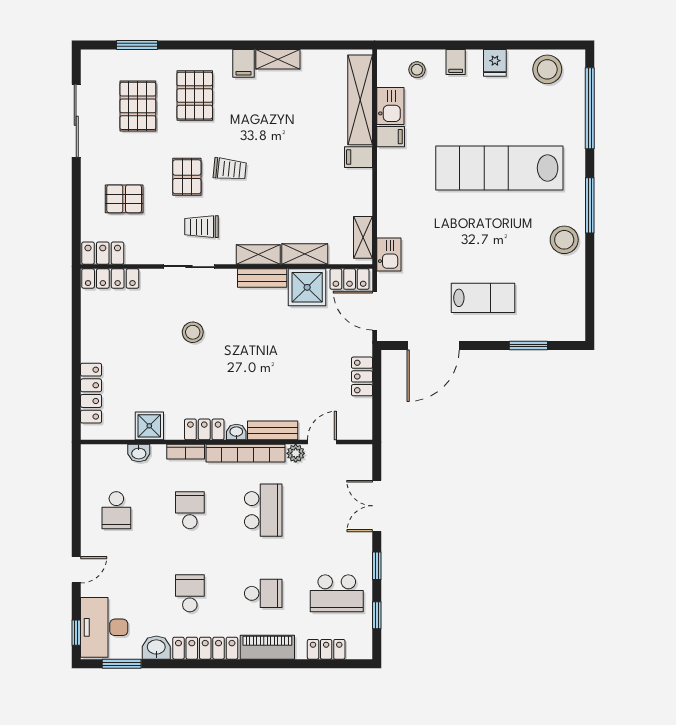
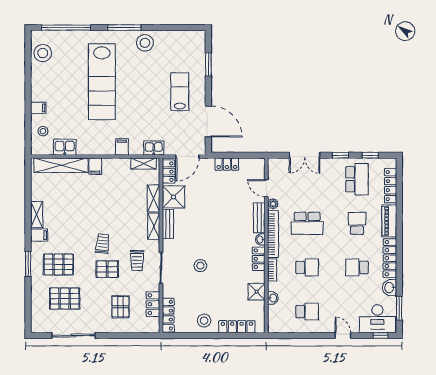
window: (137, 45) -> (28, 264), moved
fridge: (495, 63) -> (39, 84), removed
filing cabinet: (391, 137) -> (122, 147), moved
locker: (103, 253) -> (153, 304), moved
stool: (101, 338) -> (204, 321), added
school desk: (190, 510) -> (307, 267), turned 180
school desk: (263, 510) -> (307, 223), turned 180
locker: (326, 649) -> (391, 186), width x1.53

